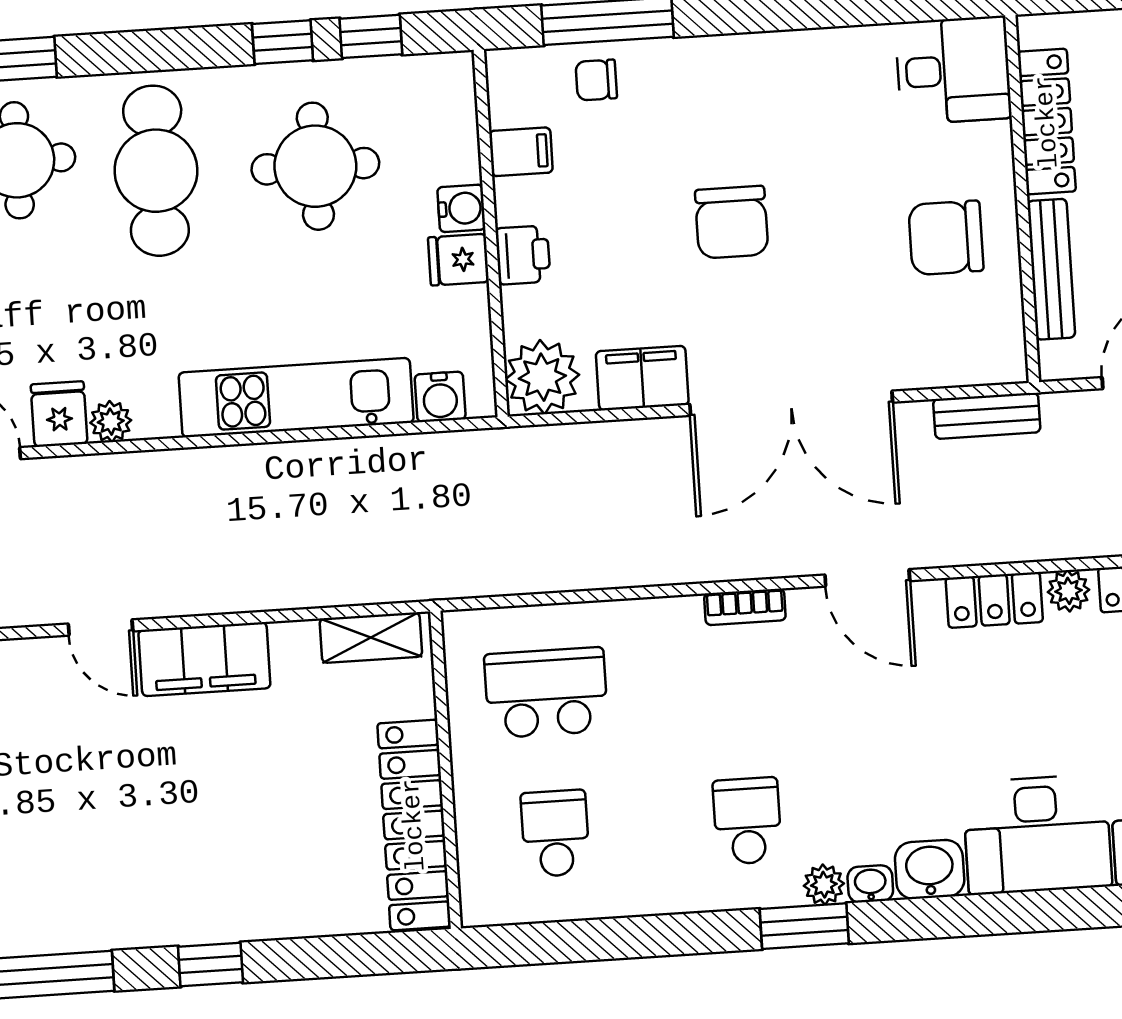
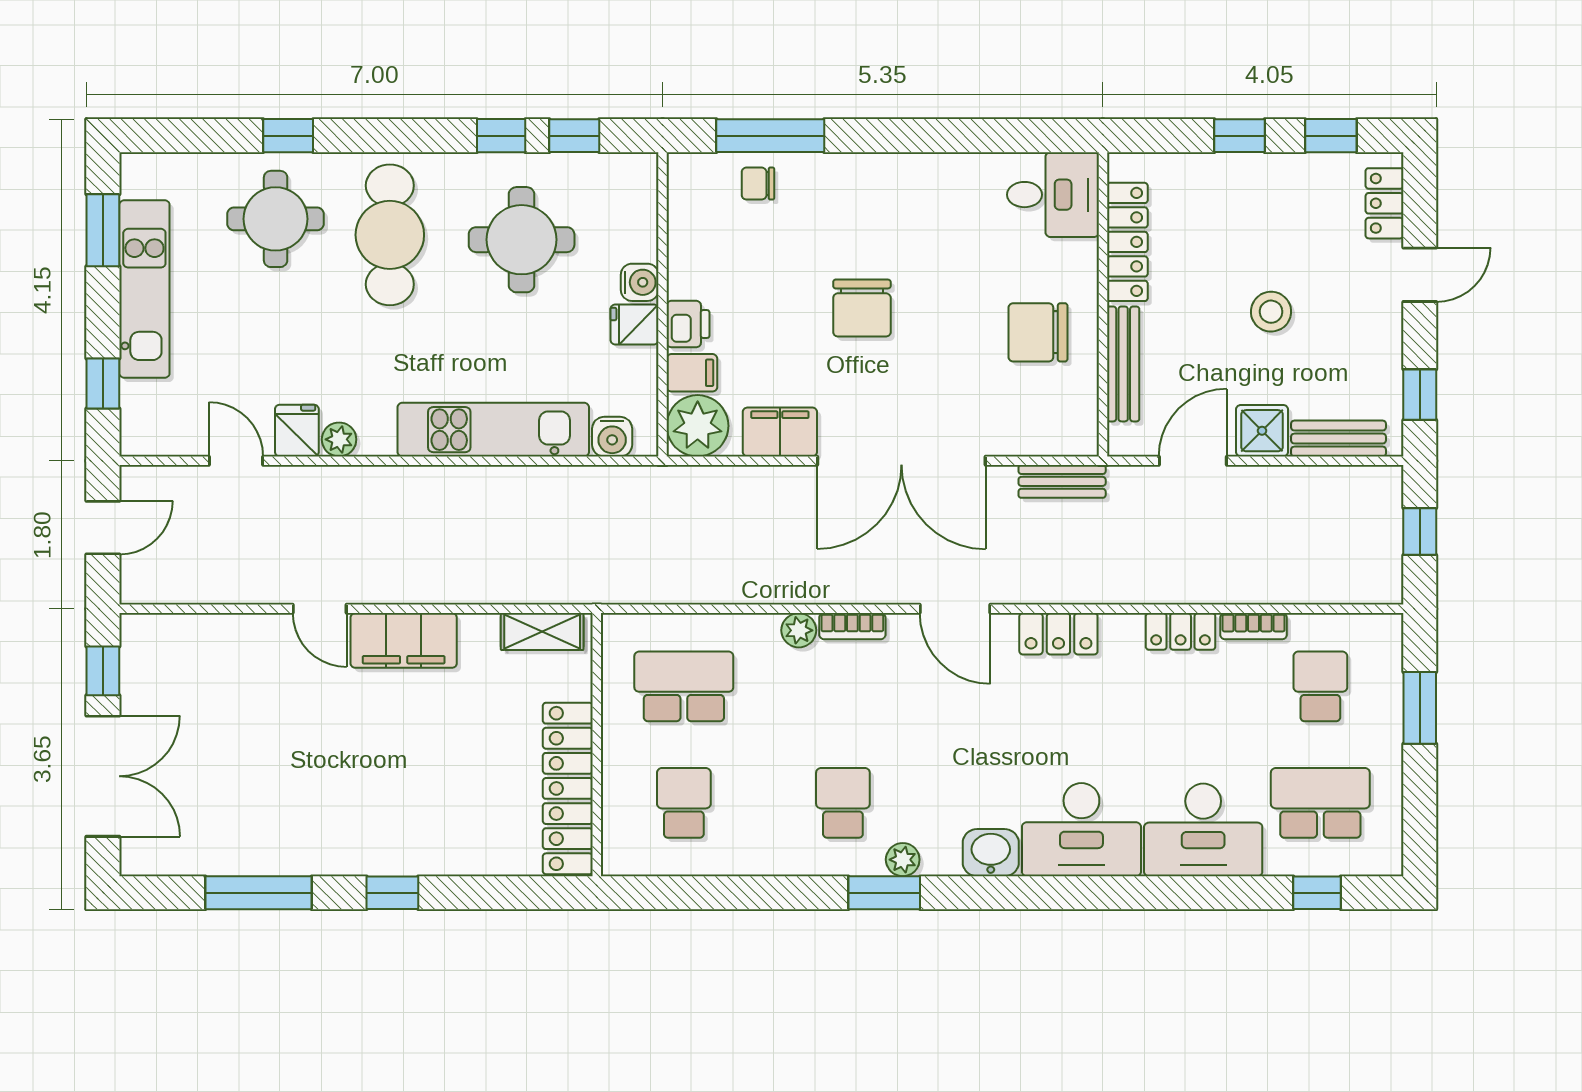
filing cabinet: (521, 152) -> (692, 373), moved
plant: (1069, 591) -> (799, 630), moved
washbasin: (870, 884) -> (941, 861), removed

